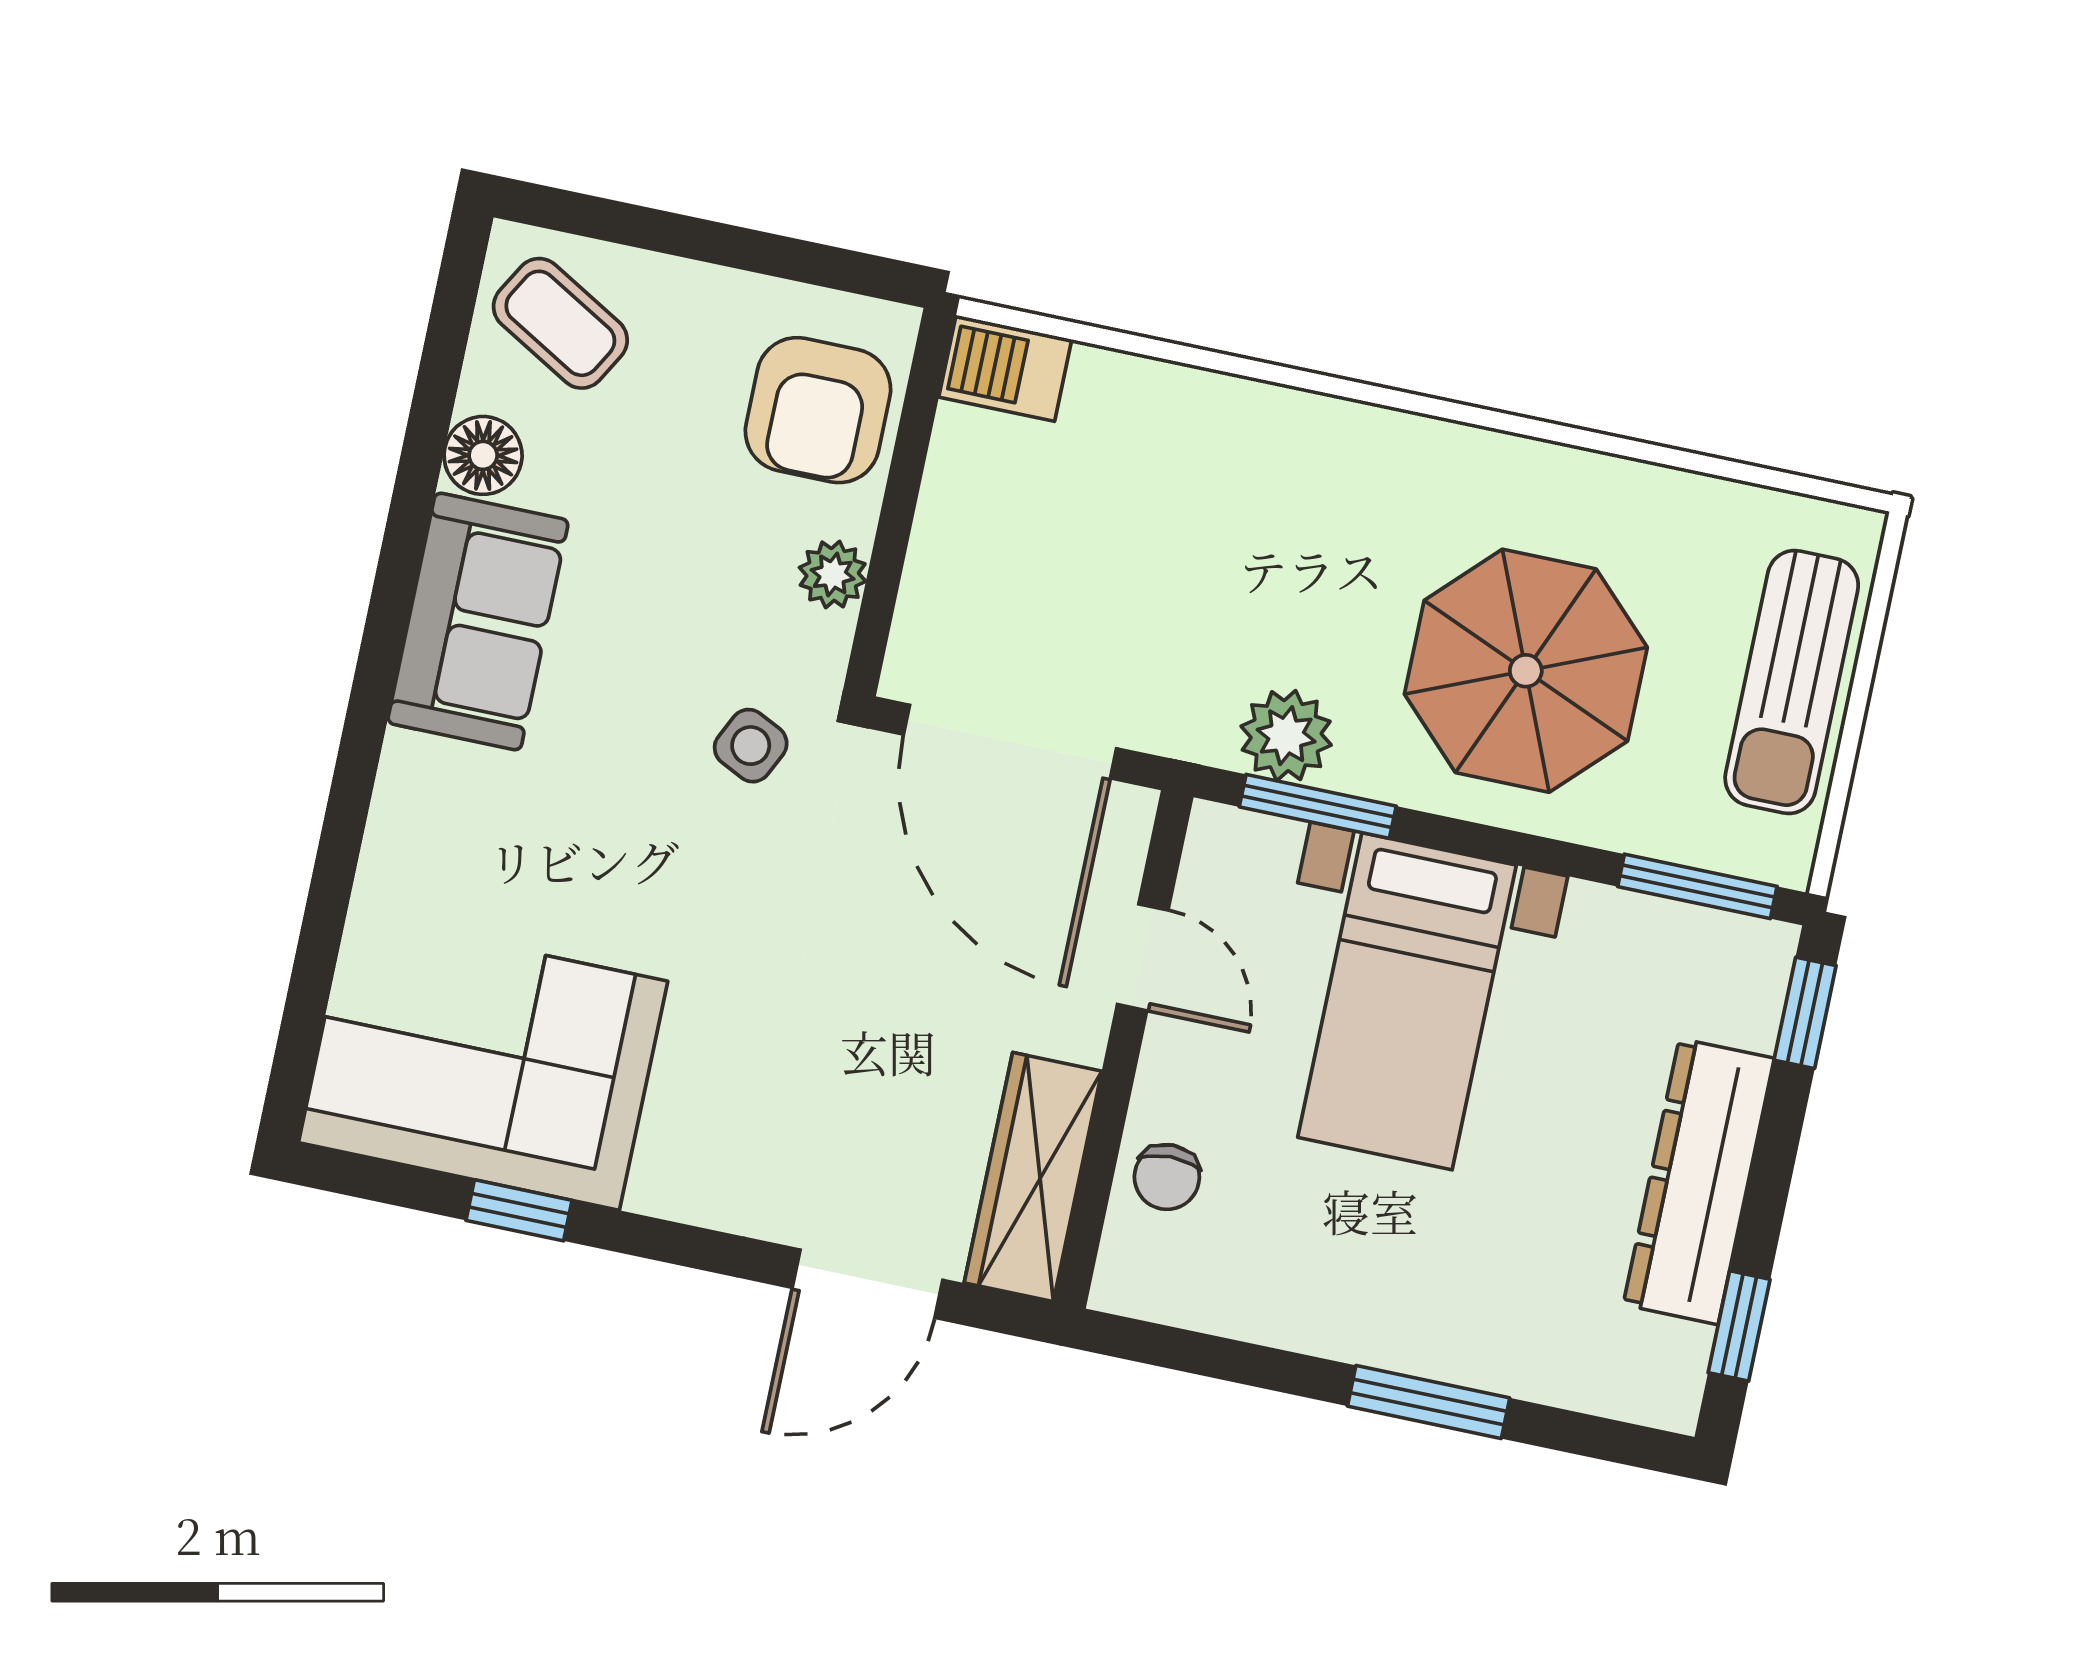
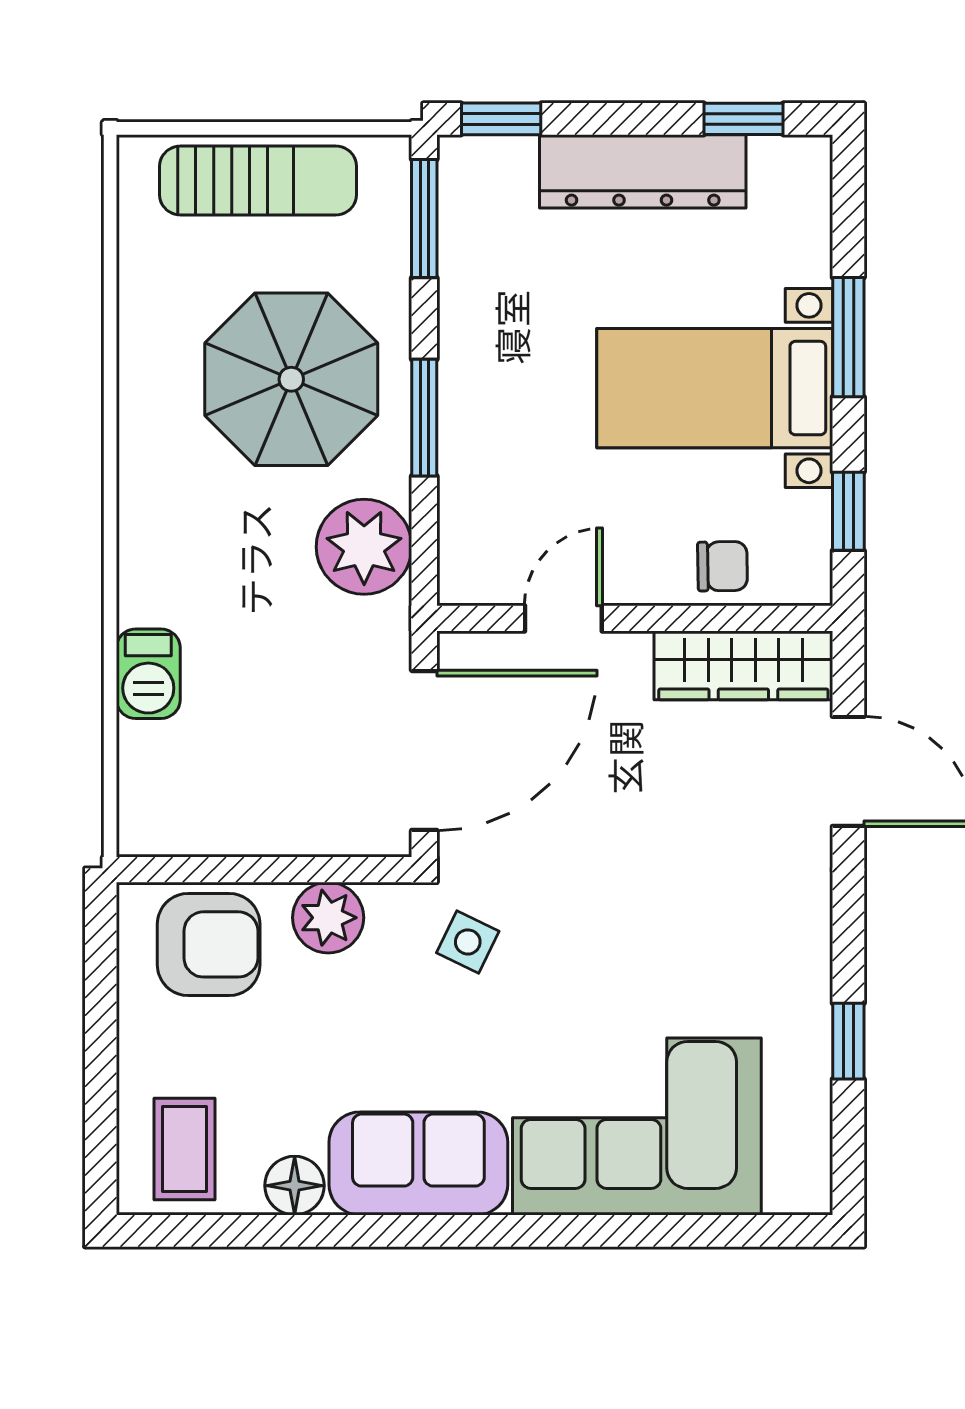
coffee table: (560, 323) -> (185, 1149), turned -30
barbecue: (1005, 368) -> (148, 674), moved
plant: (833, 574) -> (328, 918), width x1.38, depth x1.38
plant: (1286, 736) -> (364, 547), width x1.36, depth x1.36
window: (1318, 806) -> (424, 418), moved
bed with nightstands: (1407, 1001) -> (715, 388), moved, turned 180
corner sofa: (483, 1062) -> (637, 1126), moved, turned 90
window: (1204, 1355) -> (848, 511), added

